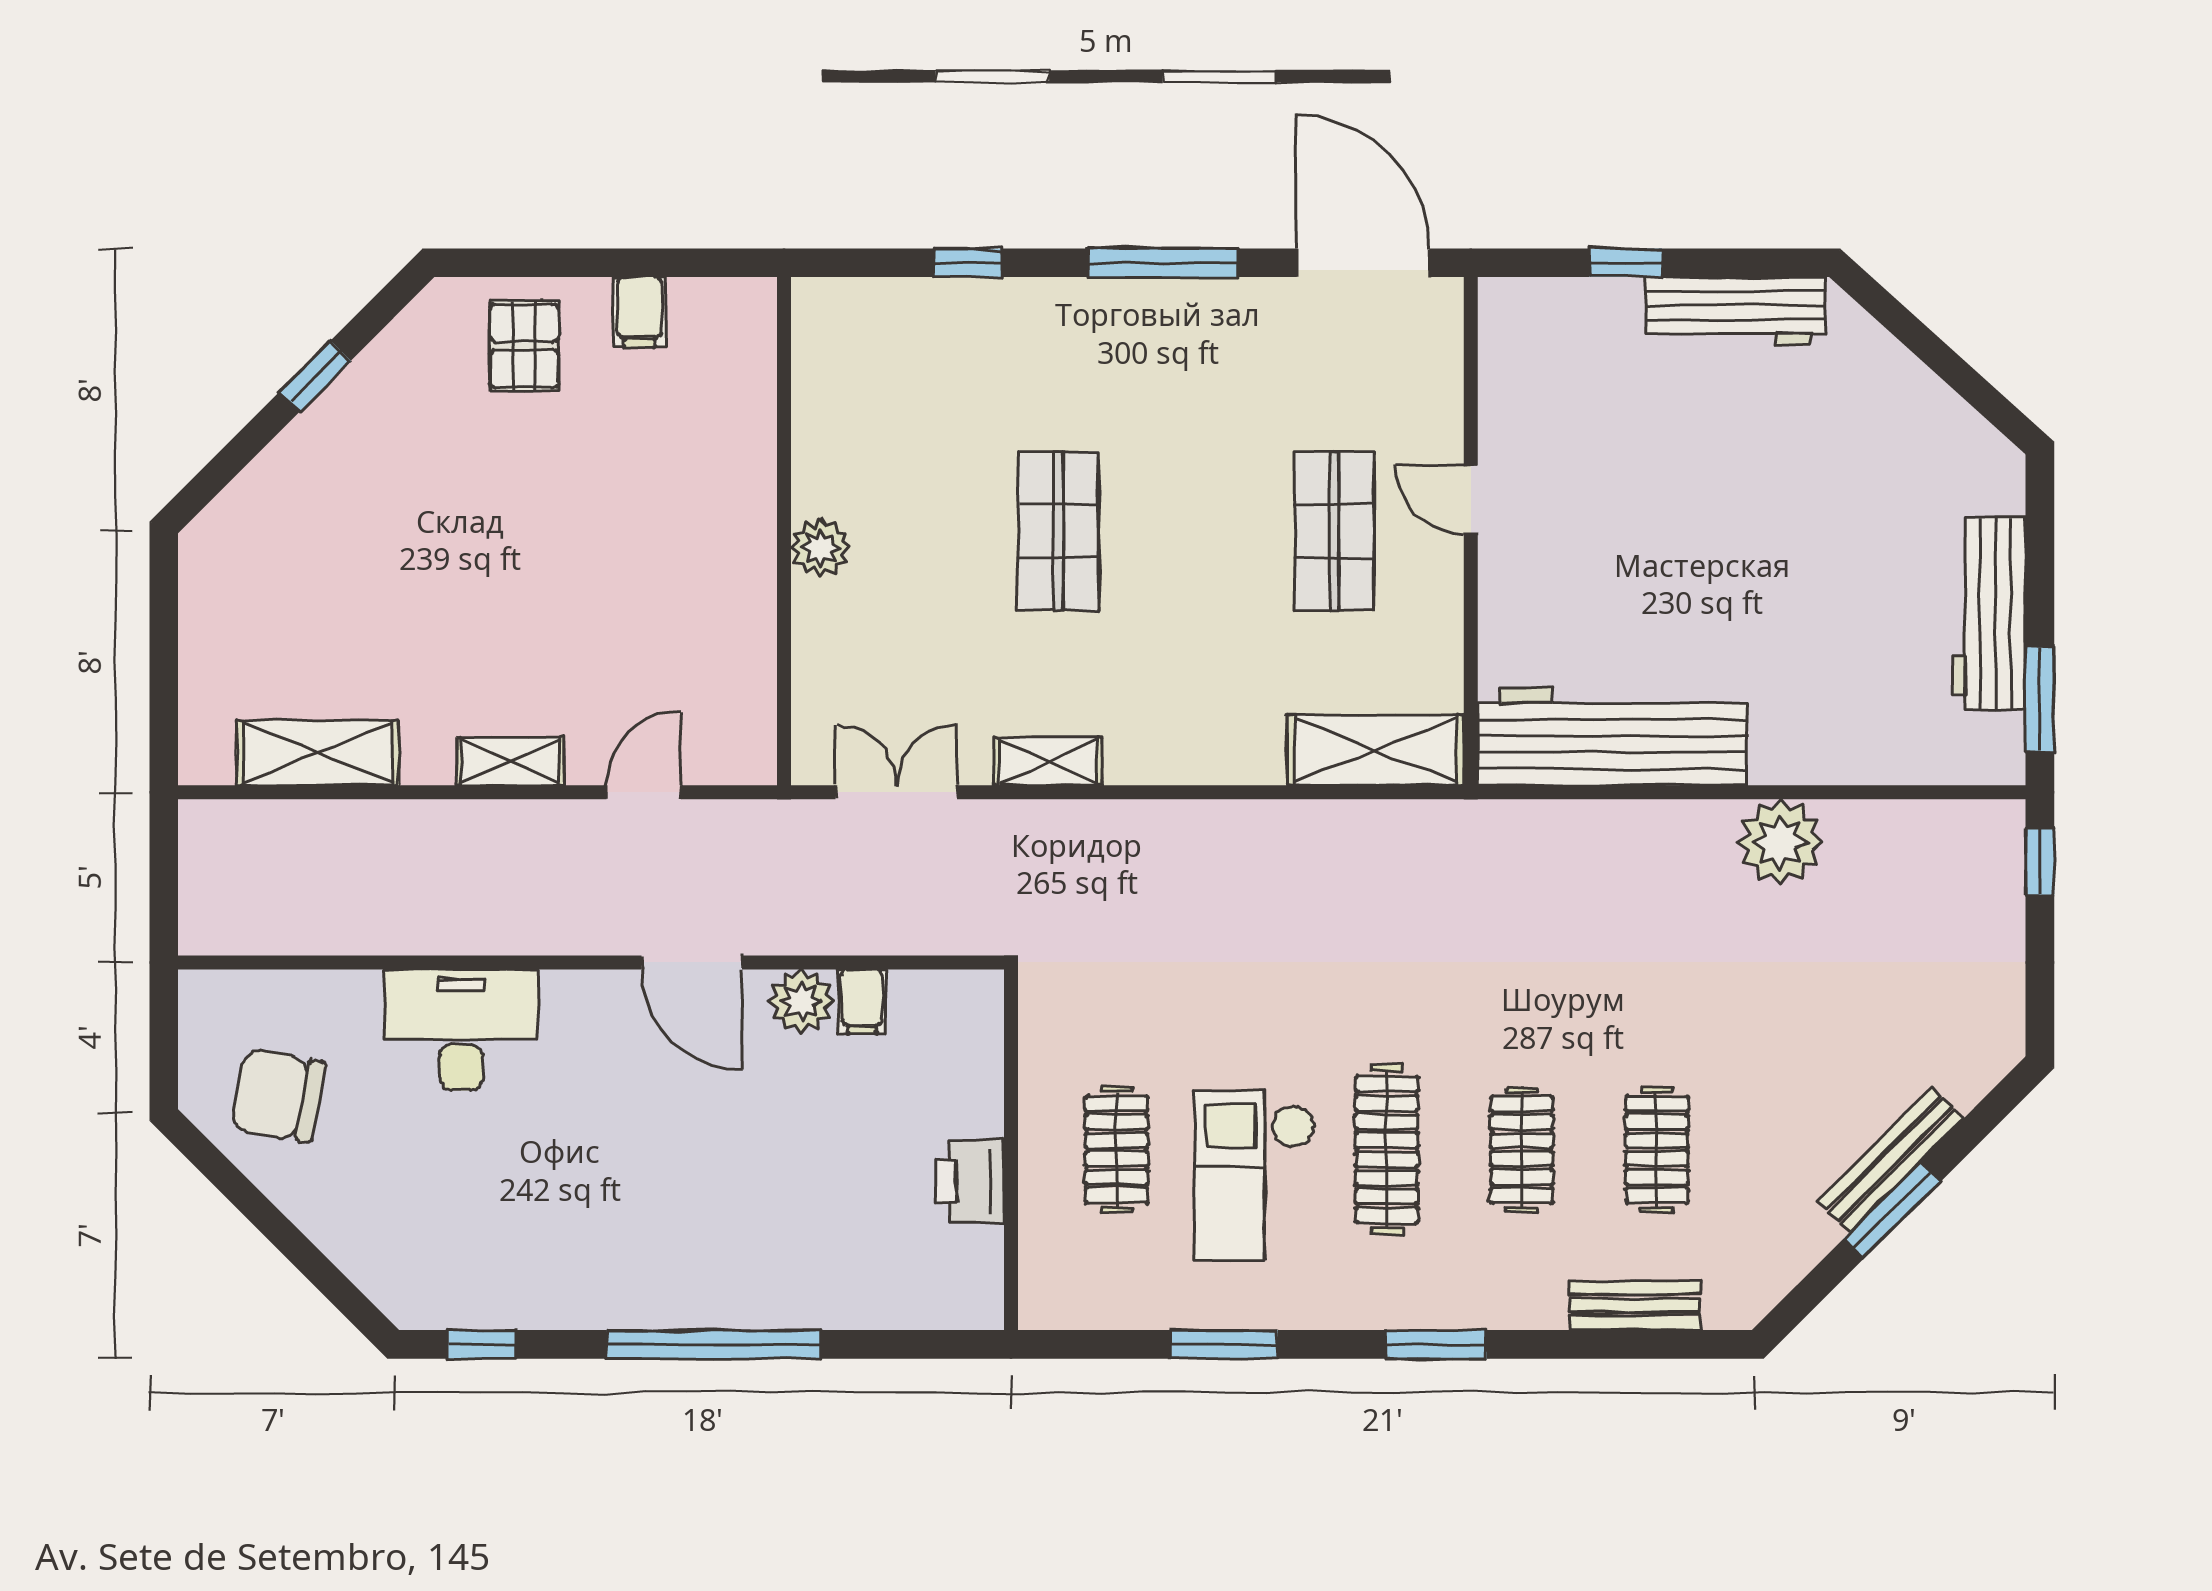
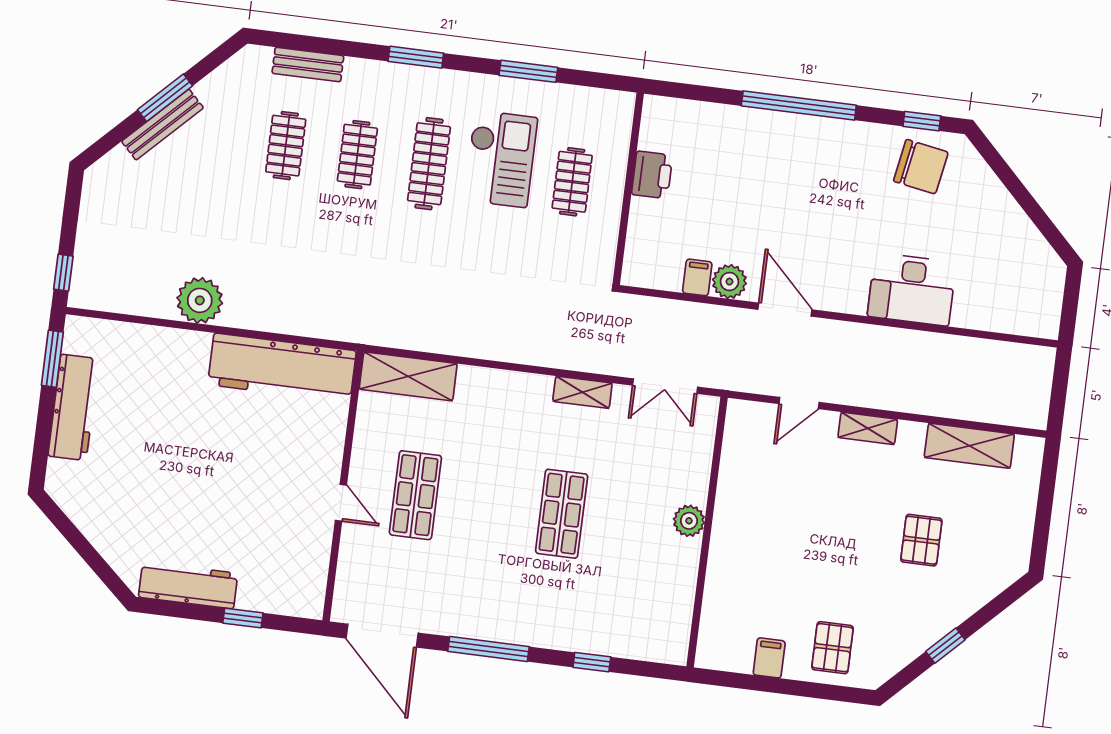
pallet: (384, 566) -> (921, 540), added
chair: (278, 1096) -> (921, 167), moved

